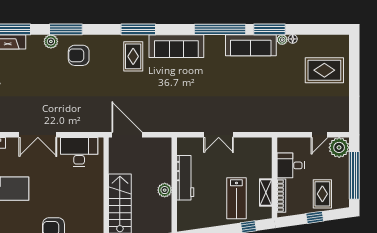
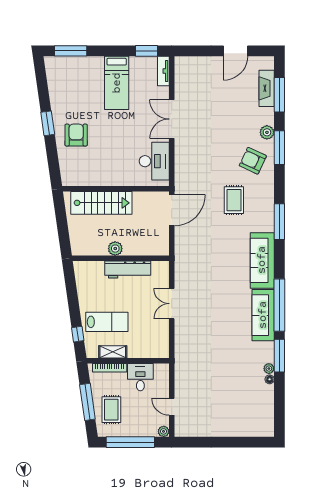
sofa: (251, 45) -> (263, 315), moved
armchair: (79, 55) -> (253, 161), turned -65
rug: (133, 56) -> (234, 200), moved, turned 90
rug: (324, 70) -> (238, 412), removed
plant: (339, 147) -> (164, 431), width x0.53, depth x0.53
rug: (322, 194) -> (111, 410), turned 90
lab bench: (236, 198) -> (107, 322), turned 180
window: (315, 217) -> (87, 402), width x2.17

